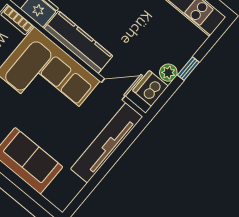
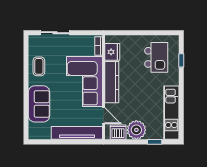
window: (188, 69) -> (155, 142), moved
plant: (168, 73) -> (136, 130), width x1.88, depth x1.88

